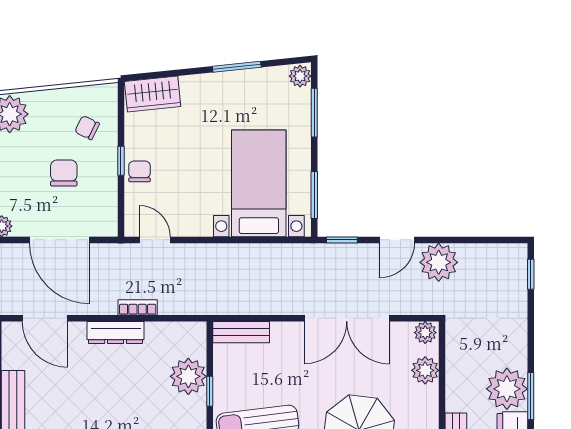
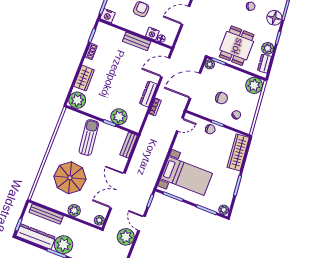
wardrobe: (153, 94) -> (238, 152), width x1.50
plant: (425, 370) -> (74, 210), moved

